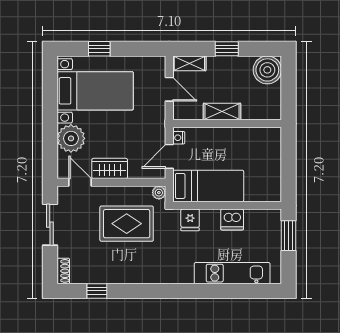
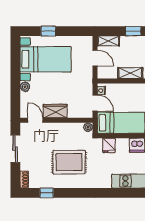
plant: (71, 138) -> (25, 87), width x0.53, depth x0.53
door: (169, 156) -> (95, 103), swing flipped
rug: (127, 224) -> (69, 162), moved

